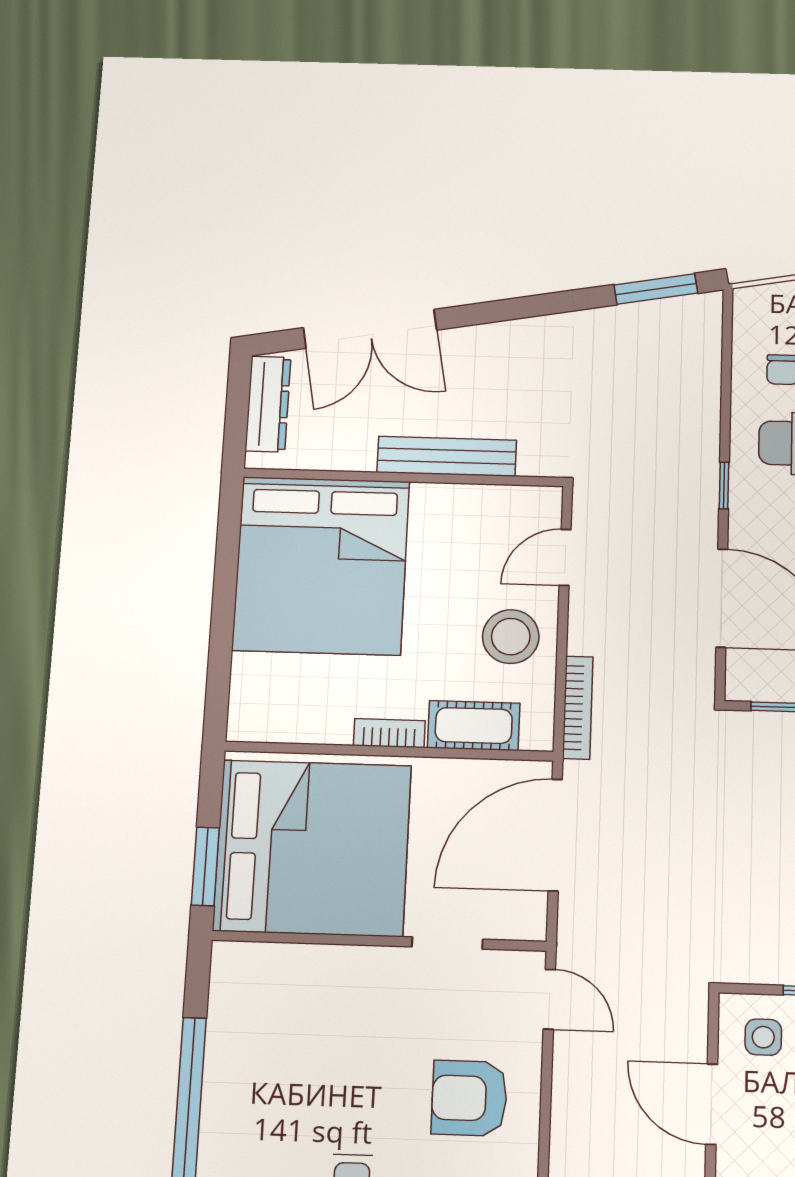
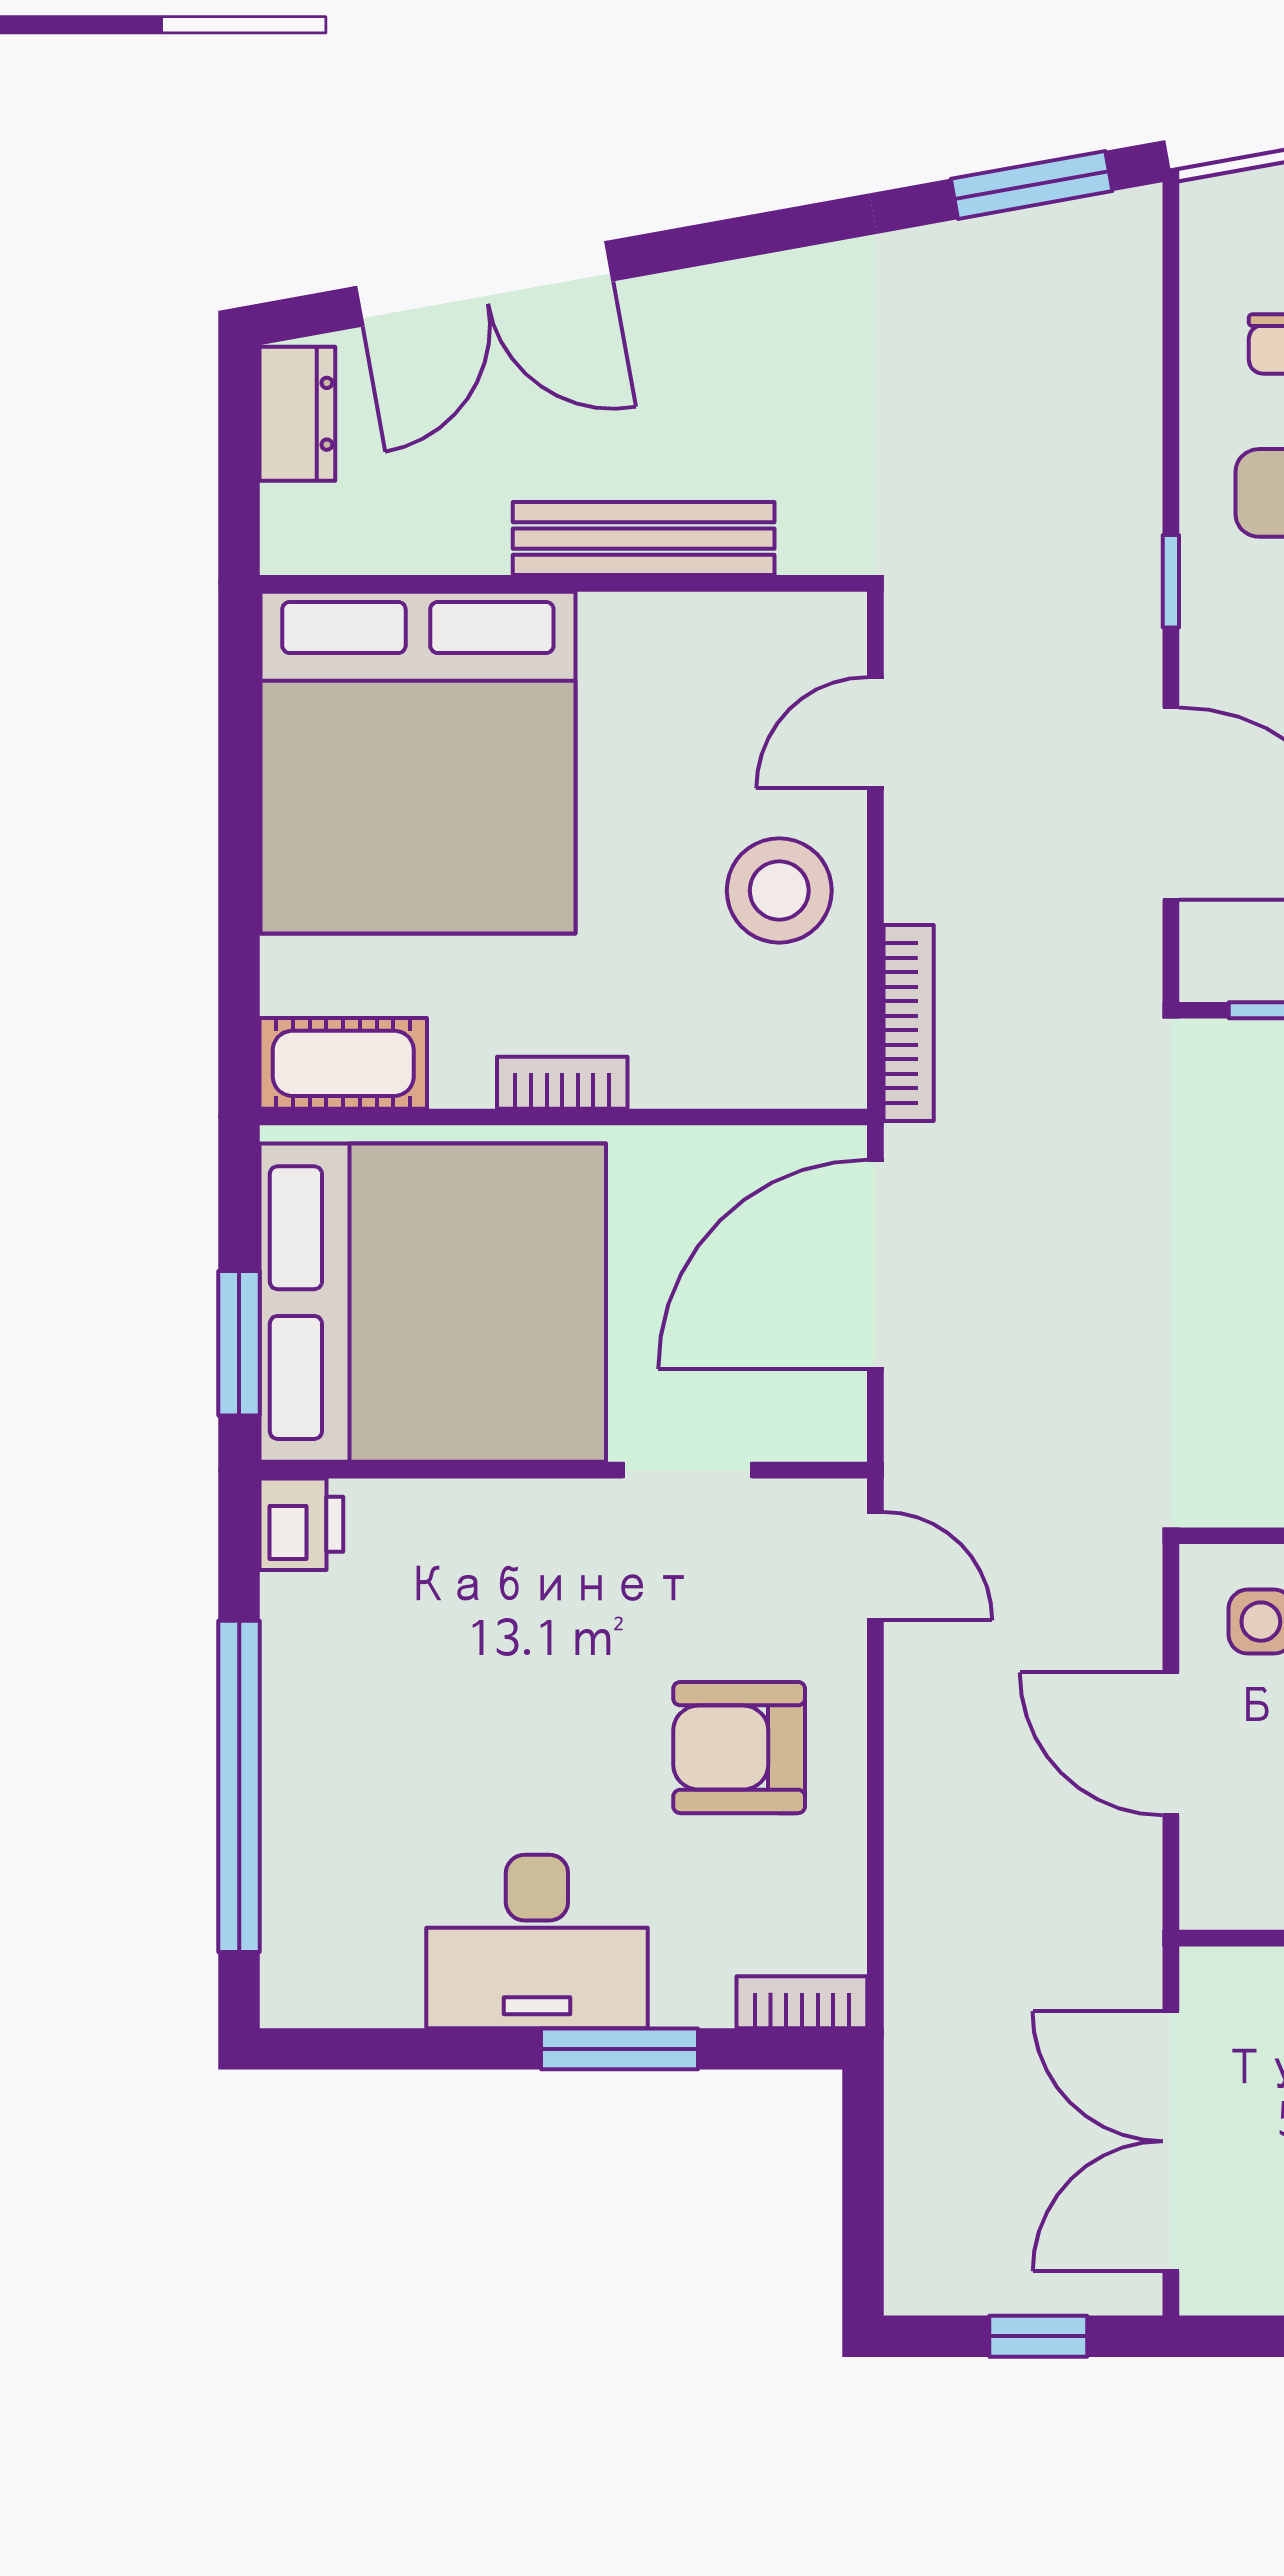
dresser: (268, 404) -> (297, 414), width x0.70
cot: (474, 726) -> (343, 1063), moved
printer: (233, 966) -> (301, 1524), added

